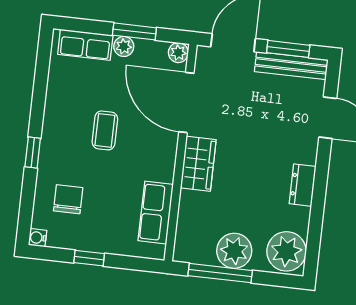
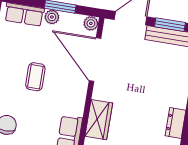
wardrobe: (198, 164) -> (99, 120), moved

